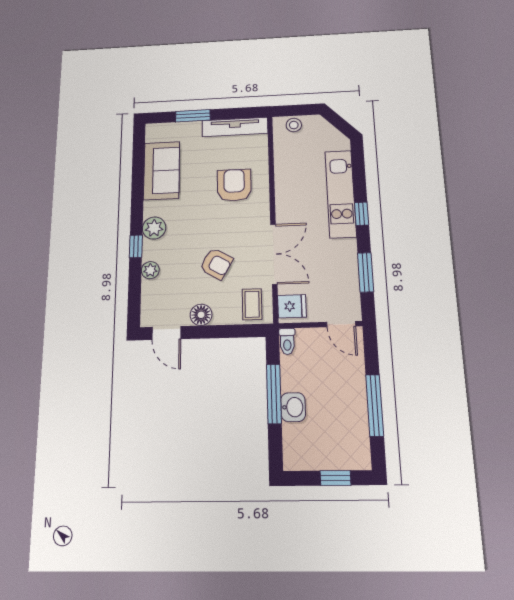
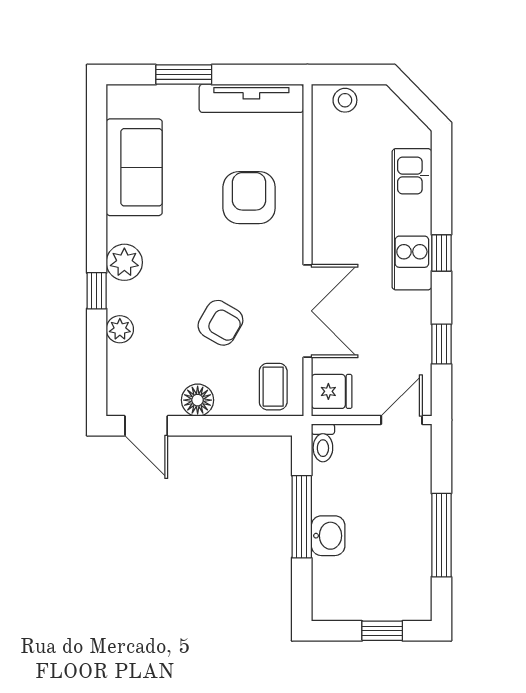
window: (366, 272) -> (441, 344), width x0.67
door: (341, 324) -> (402, 420), swing flipped

